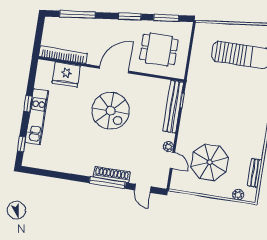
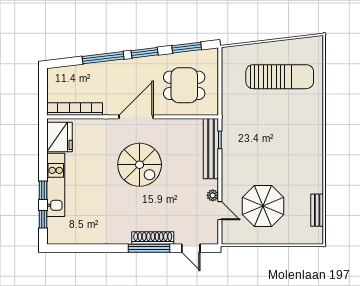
window: (77, 15) -> (103, 58), moved
fridge: (66, 74) -> (59, 137), moved, turned -90
window: (28, 104) -> (43, 190), moved
plant: (238, 195) -> (302, 238), removed

